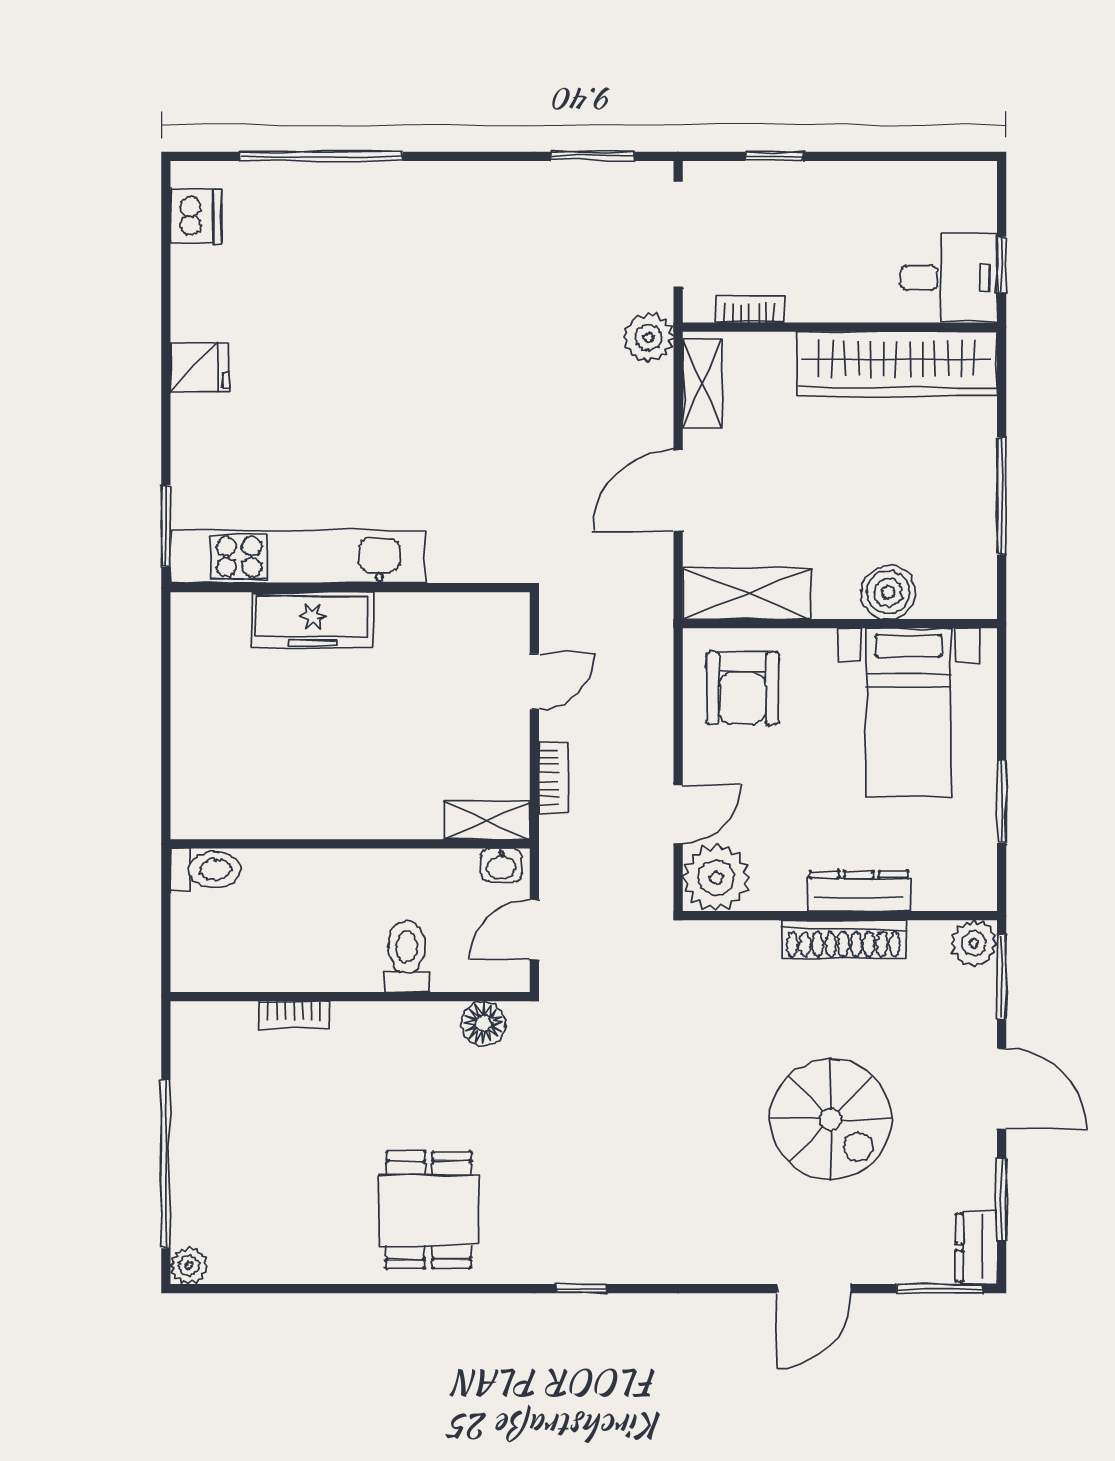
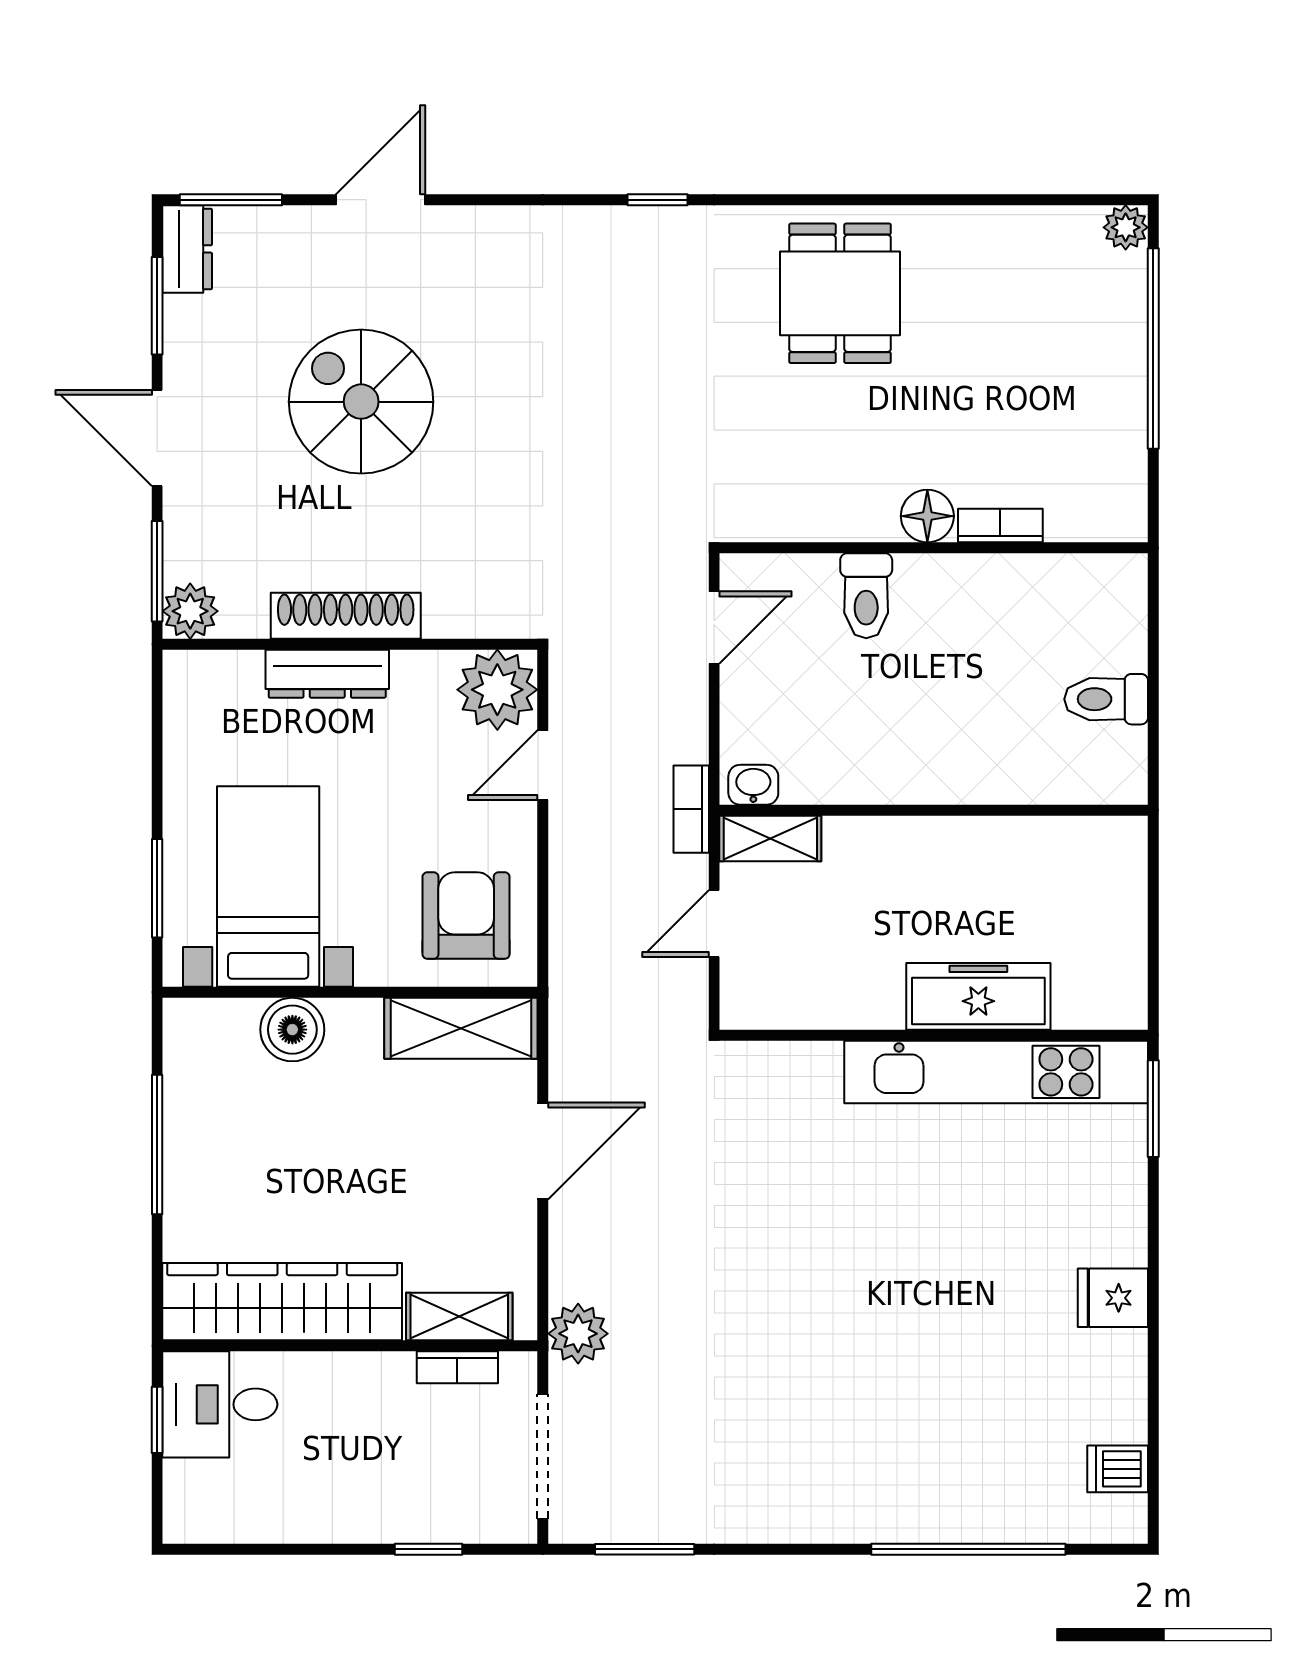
dishwasher: (196, 216) -> (1118, 1469), width x0.73
shelving: (703, 384) -> (459, 1317), moved, turned 90
window: (1002, 802) -> (157, 888), moved
shelving: (487, 820) -> (770, 838), moved
wall: (350, 844) -> (934, 810), moved
washbasin: (501, 865) -> (753, 785), moved
floor lamp: (483, 1023) -> (927, 516), moved

